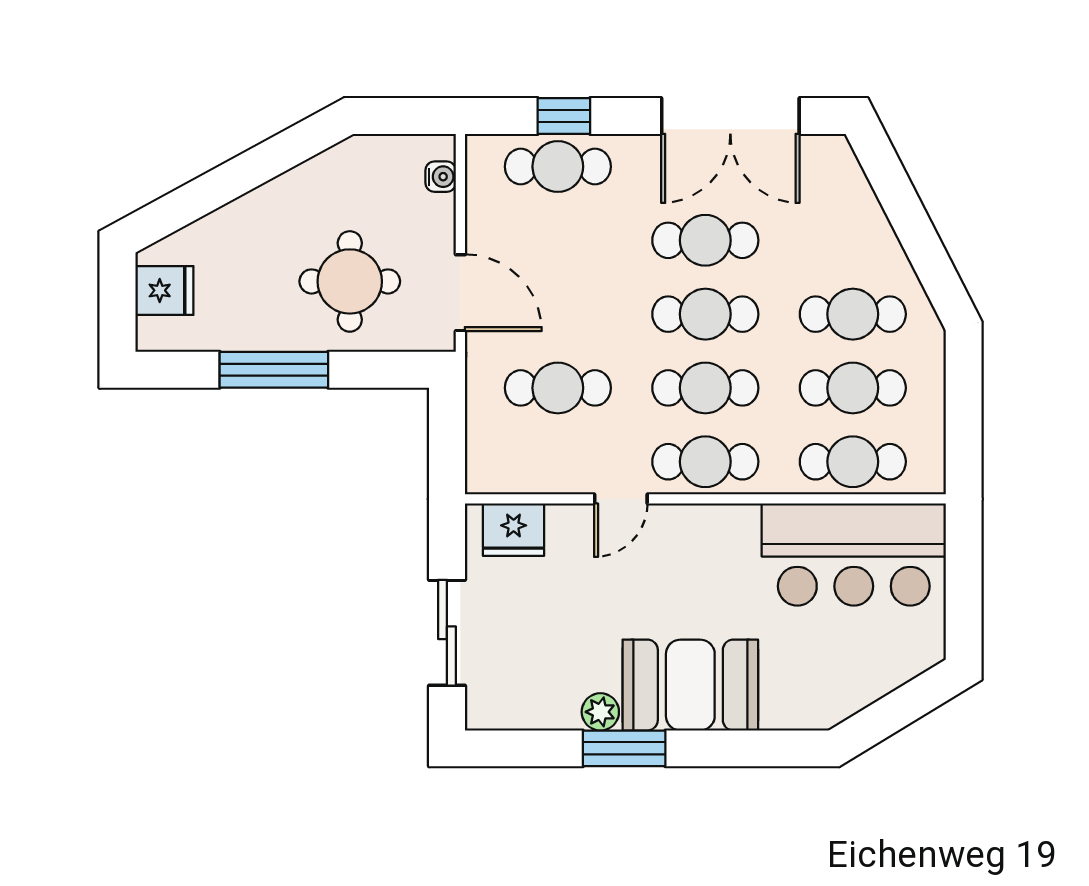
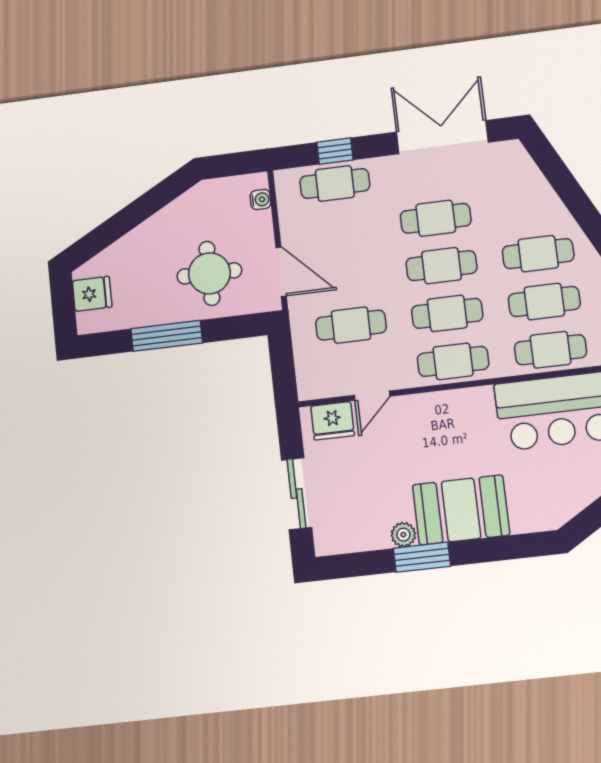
double door: (730, 116) -> (442, 137), swing flipped
door: (621, 499) -> (372, 396), moved

